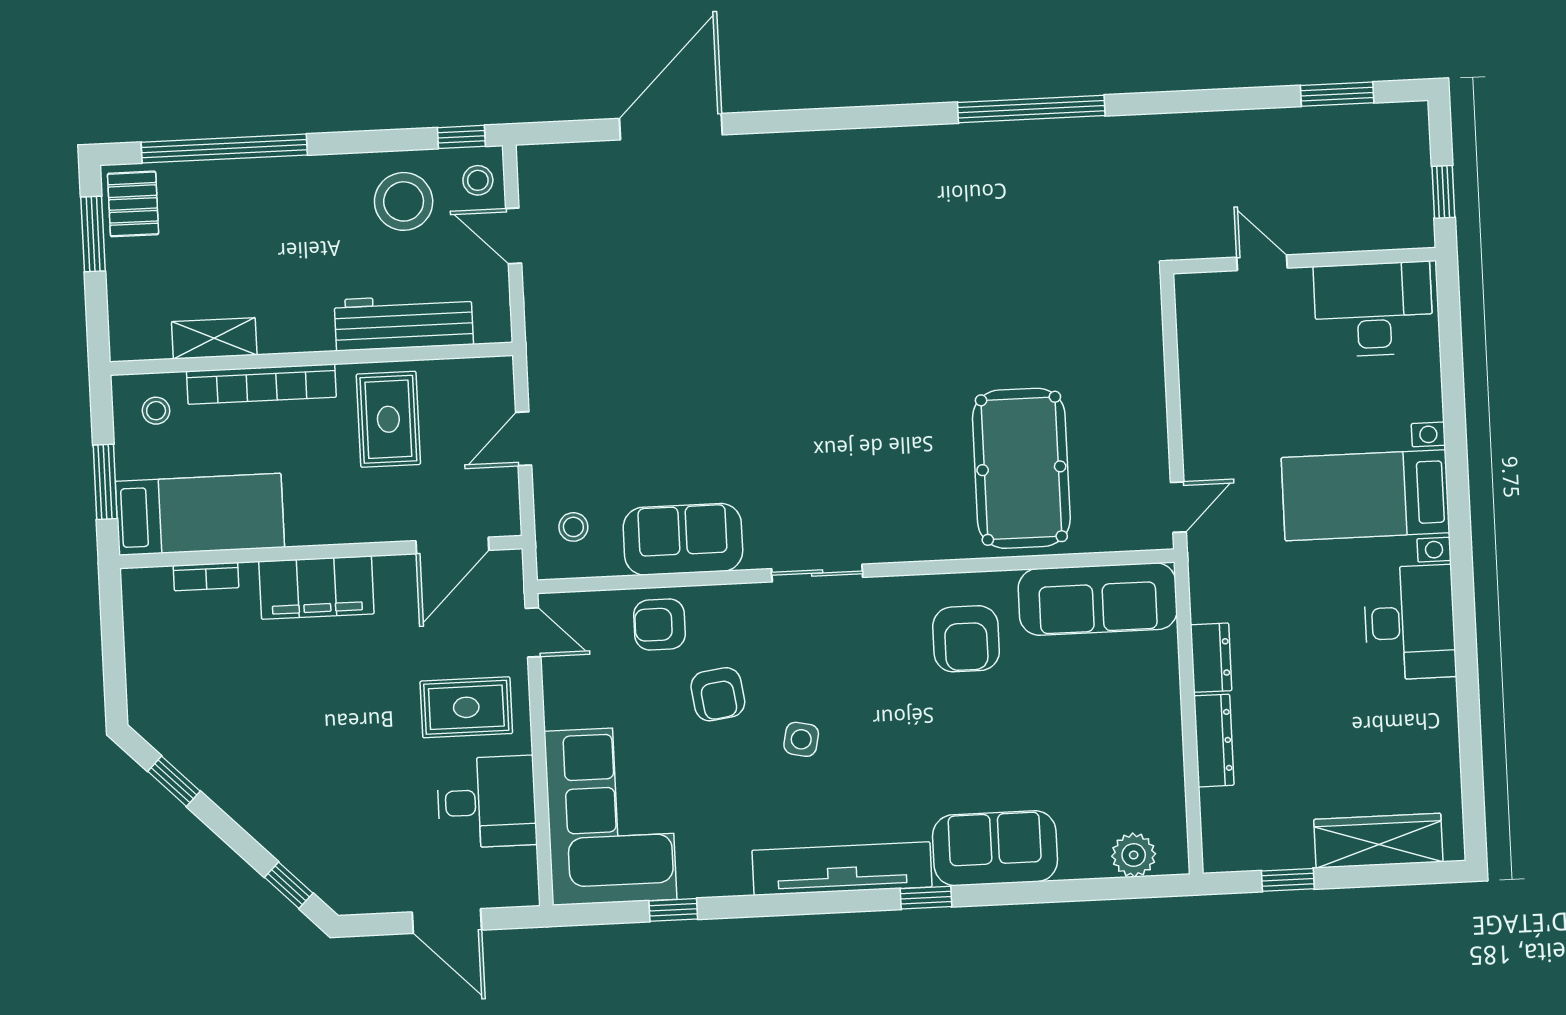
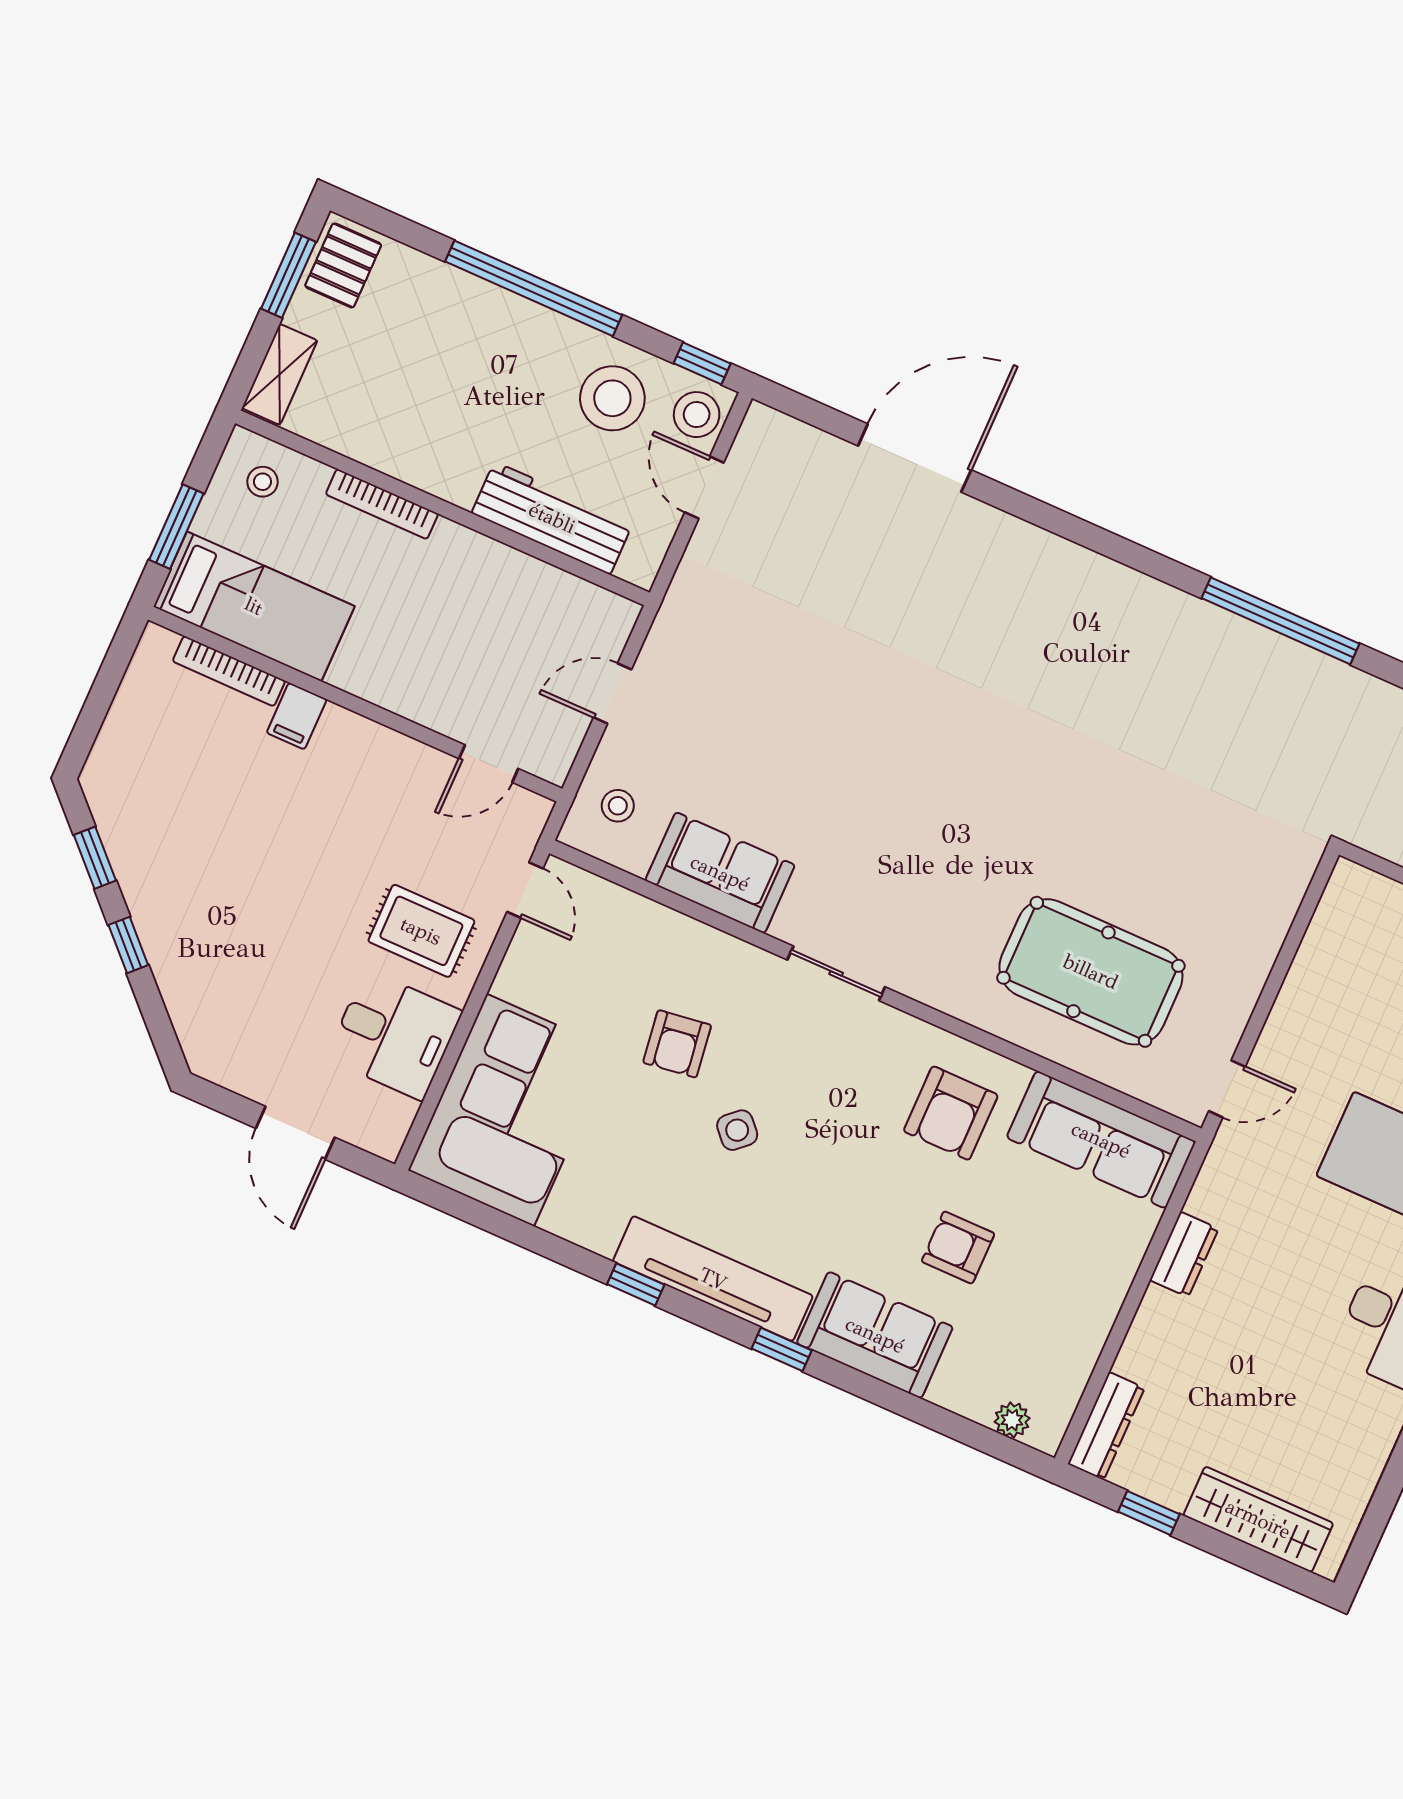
window: (224, 149) -> (534, 288), moved
stool: (478, 180) -> (697, 415), width x1.37, depth x1.37
shelving: (214, 338) -> (280, 374), moved, turned 90
bookcase: (261, 384) -> (382, 504), width x0.68, depth x0.76
rug: (388, 419) -> (488, 606), removed
pool table: (1021, 468) -> (1091, 972), turned 90
door: (452, 546) -> (489, 764), width x0.73
bookcase: (206, 577) -> (229, 671), width x1.56
filing cabinet: (316, 588) -> (297, 716), width x0.33, depth x0.86
armchair: (660, 624) -> (958, 1247), moved
side table: (801, 739) -> (737, 1130), turned 35
dresser: (1214, 741) -> (1106, 1426), moved
plant: (1134, 855) -> (1012, 1420), width x0.73, depth x0.73
window: (289, 885) -> (128, 945), moved
window: (673, 910) -> (636, 1284), moved

